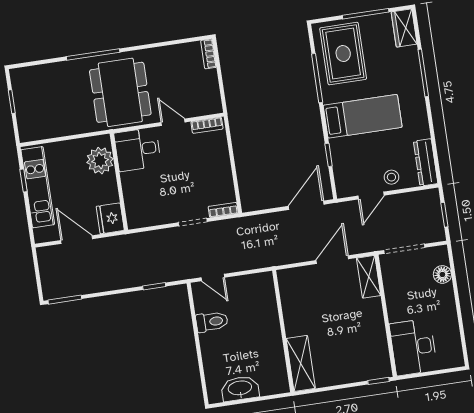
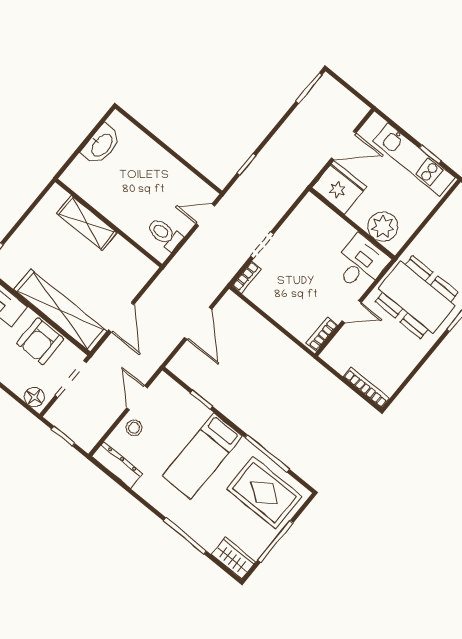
bookcase: (209, 54) -> (366, 388), width x1.56
door: (306, 205) -> (198, 323), moved
fridge: (110, 218) -> (339, 187), width x1.36, depth x1.34
floor lamp: (442, 274) -> (34, 397), moved
shelving: (369, 277) -> (60, 310), width x2.20, depth x1.33
armchair: (402, 293) -> (40, 341), added
toilet: (212, 322) -> (165, 234), moved, turned 90
shelving: (301, 363) -> (87, 223), moved

